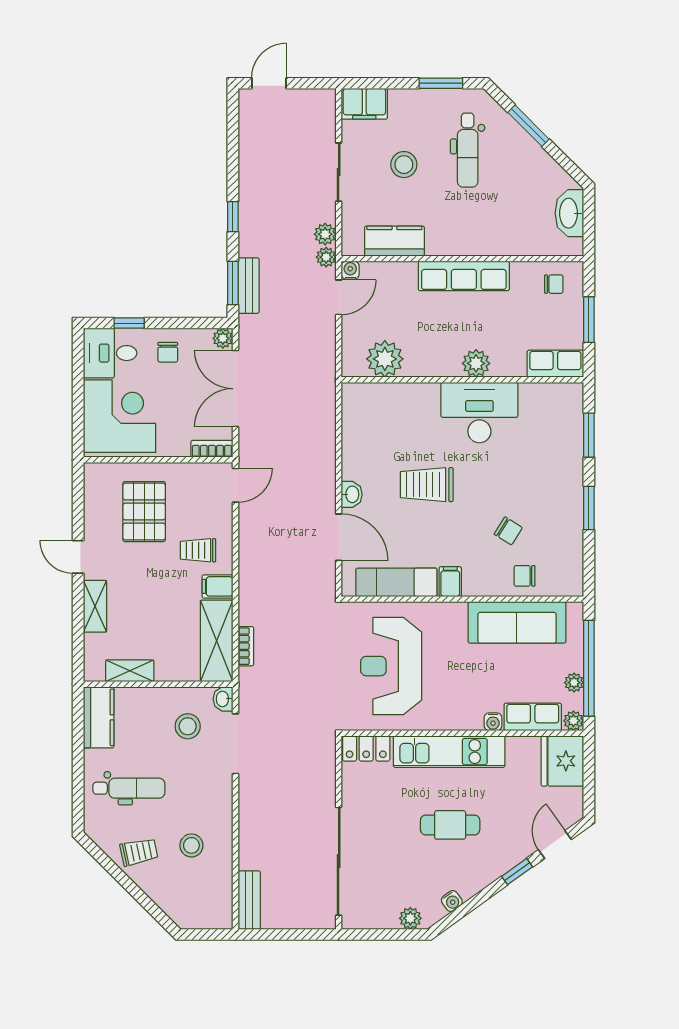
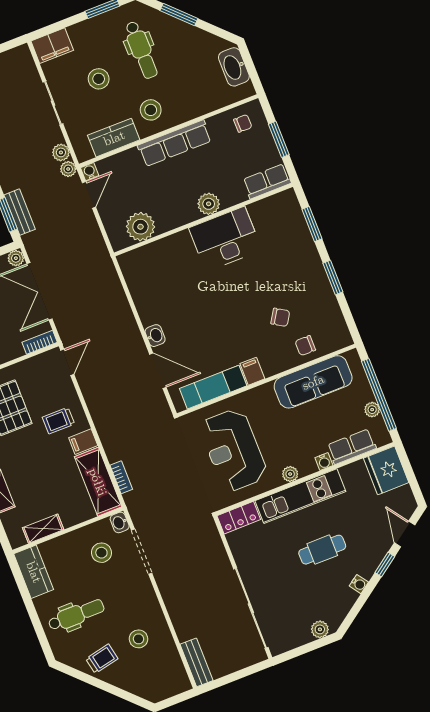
stool: (451, 226) -> (151, 110), added
trolley: (427, 485) -> (207, 307), removed
plant: (573, 721) -> (290, 474), moved
water cooler: (452, 901) -> (359, 584), moved

